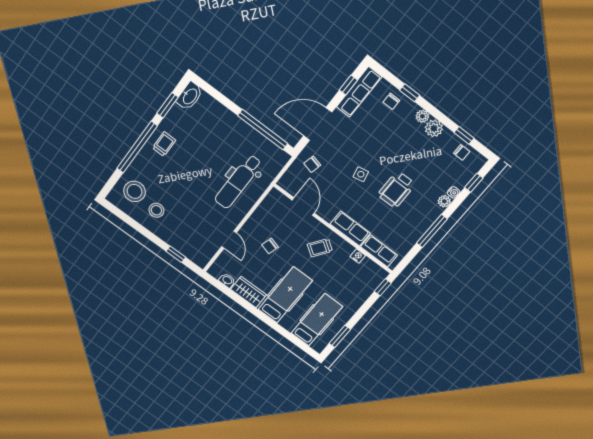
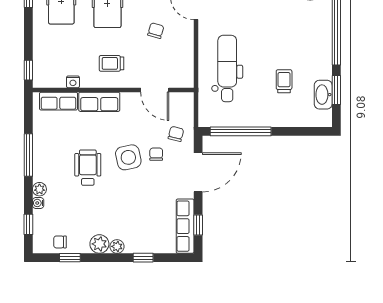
washbasin: (190, 96) -> (323, 95), moved
chair: (391, 101) -> (156, 154), moved
trolley: (164, 144) -> (284, 81), moved, turned 180
side table: (361, 174) -> (128, 157), width x1.87, depth x1.87
trolley: (320, 248) -> (111, 63), turned -125

